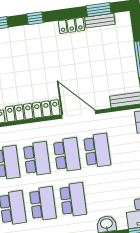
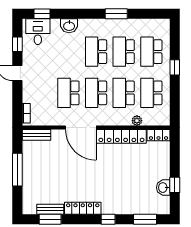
locker: (71, 26) -> (83, 208), width x1.53
plant: (18, 130) -> (137, 121), added

